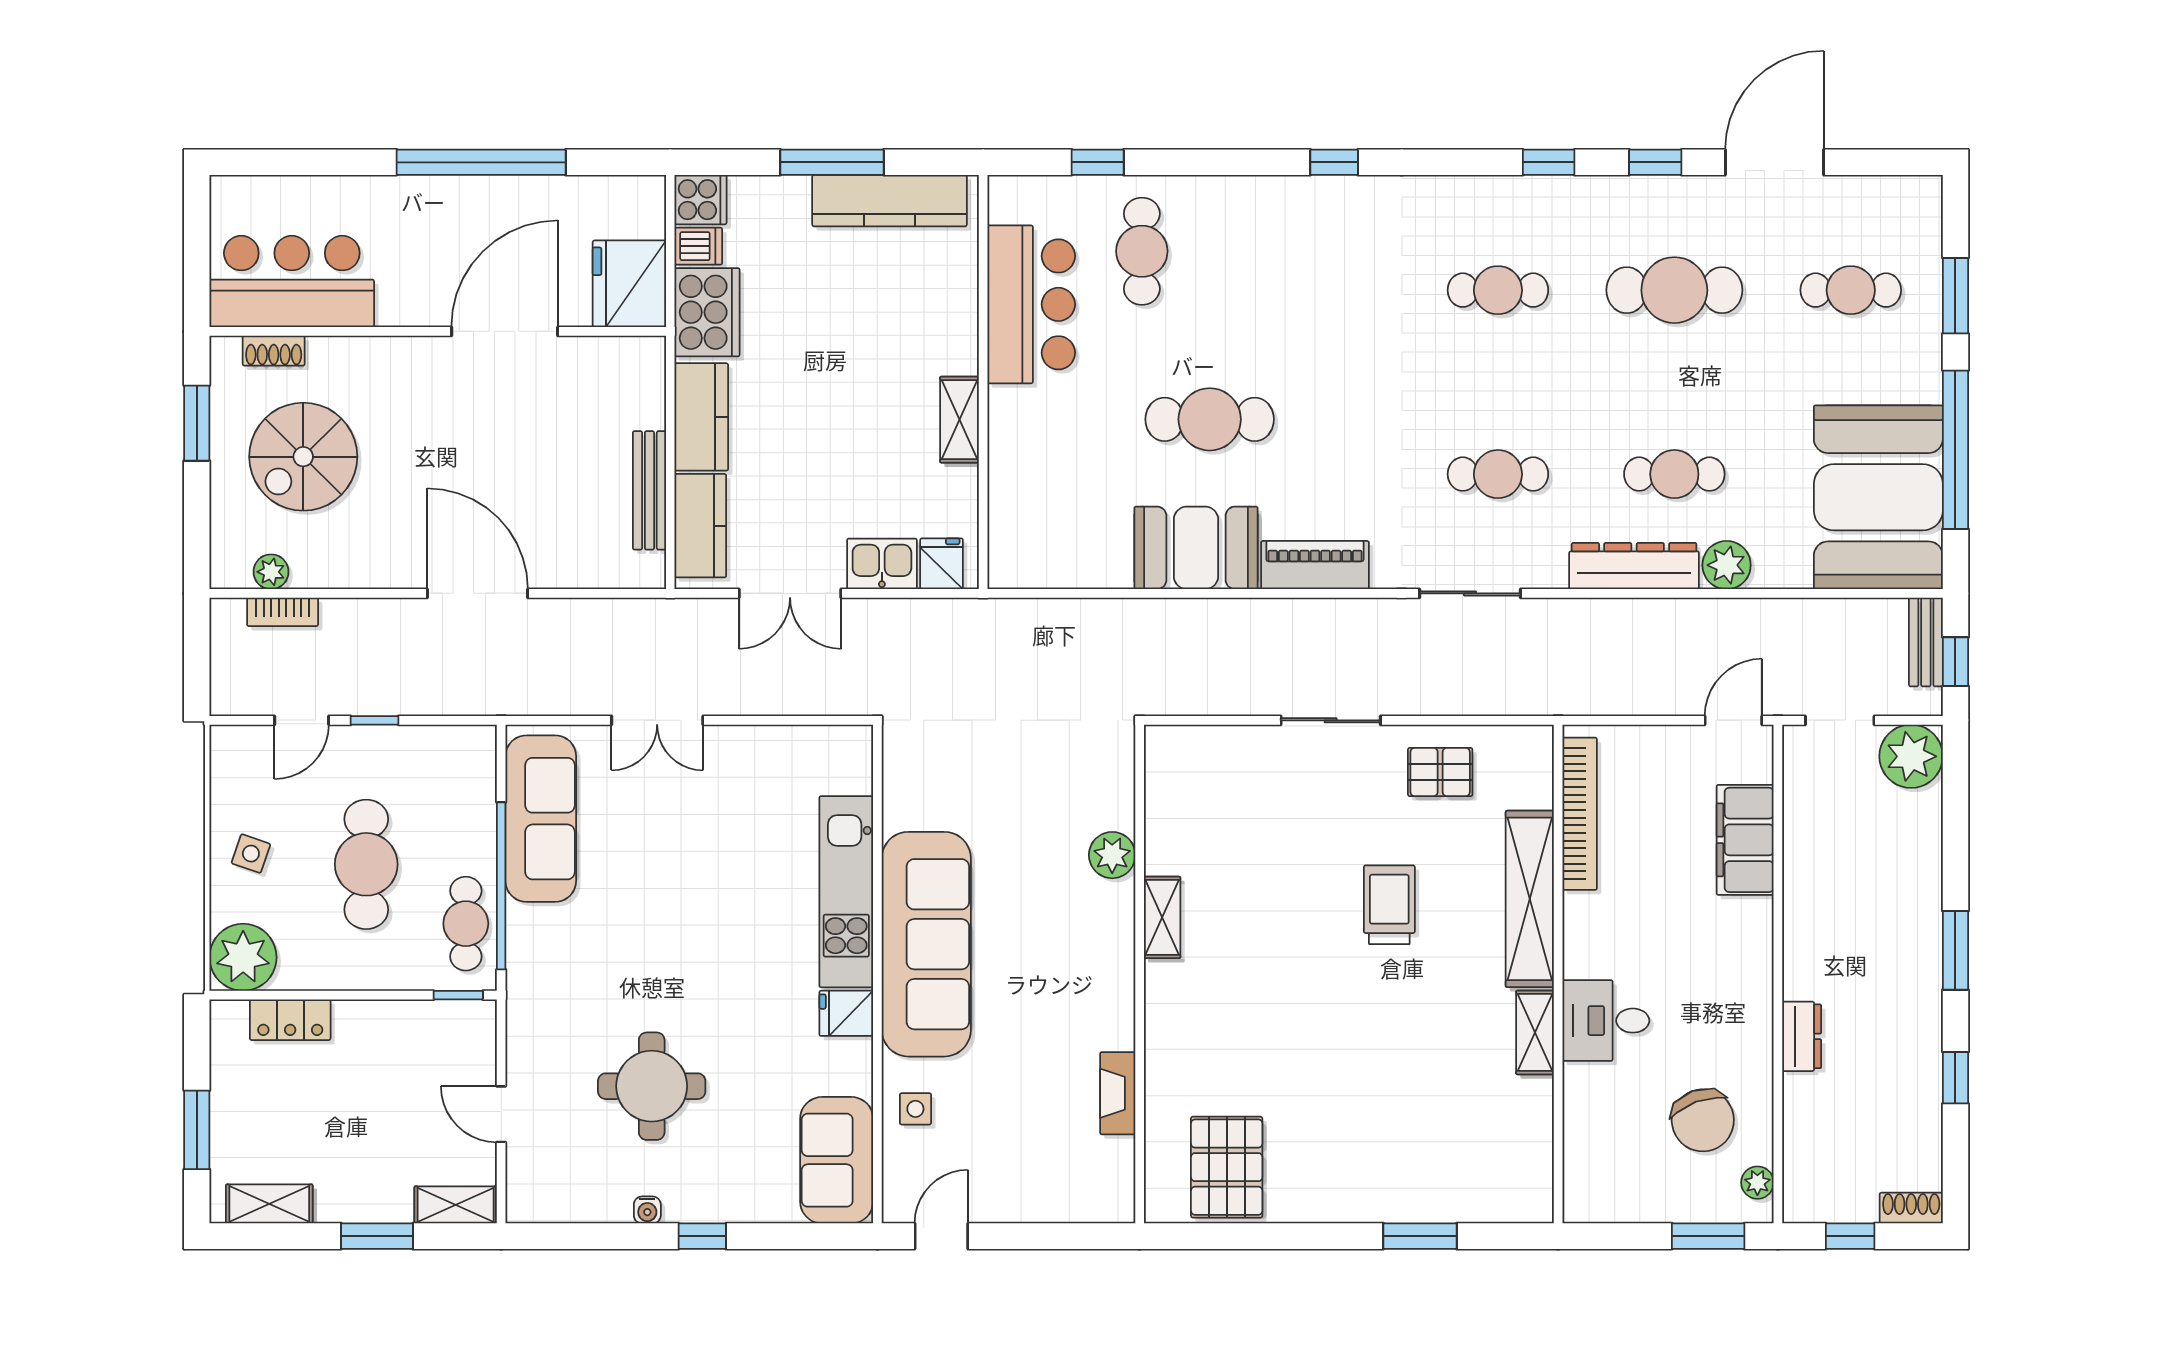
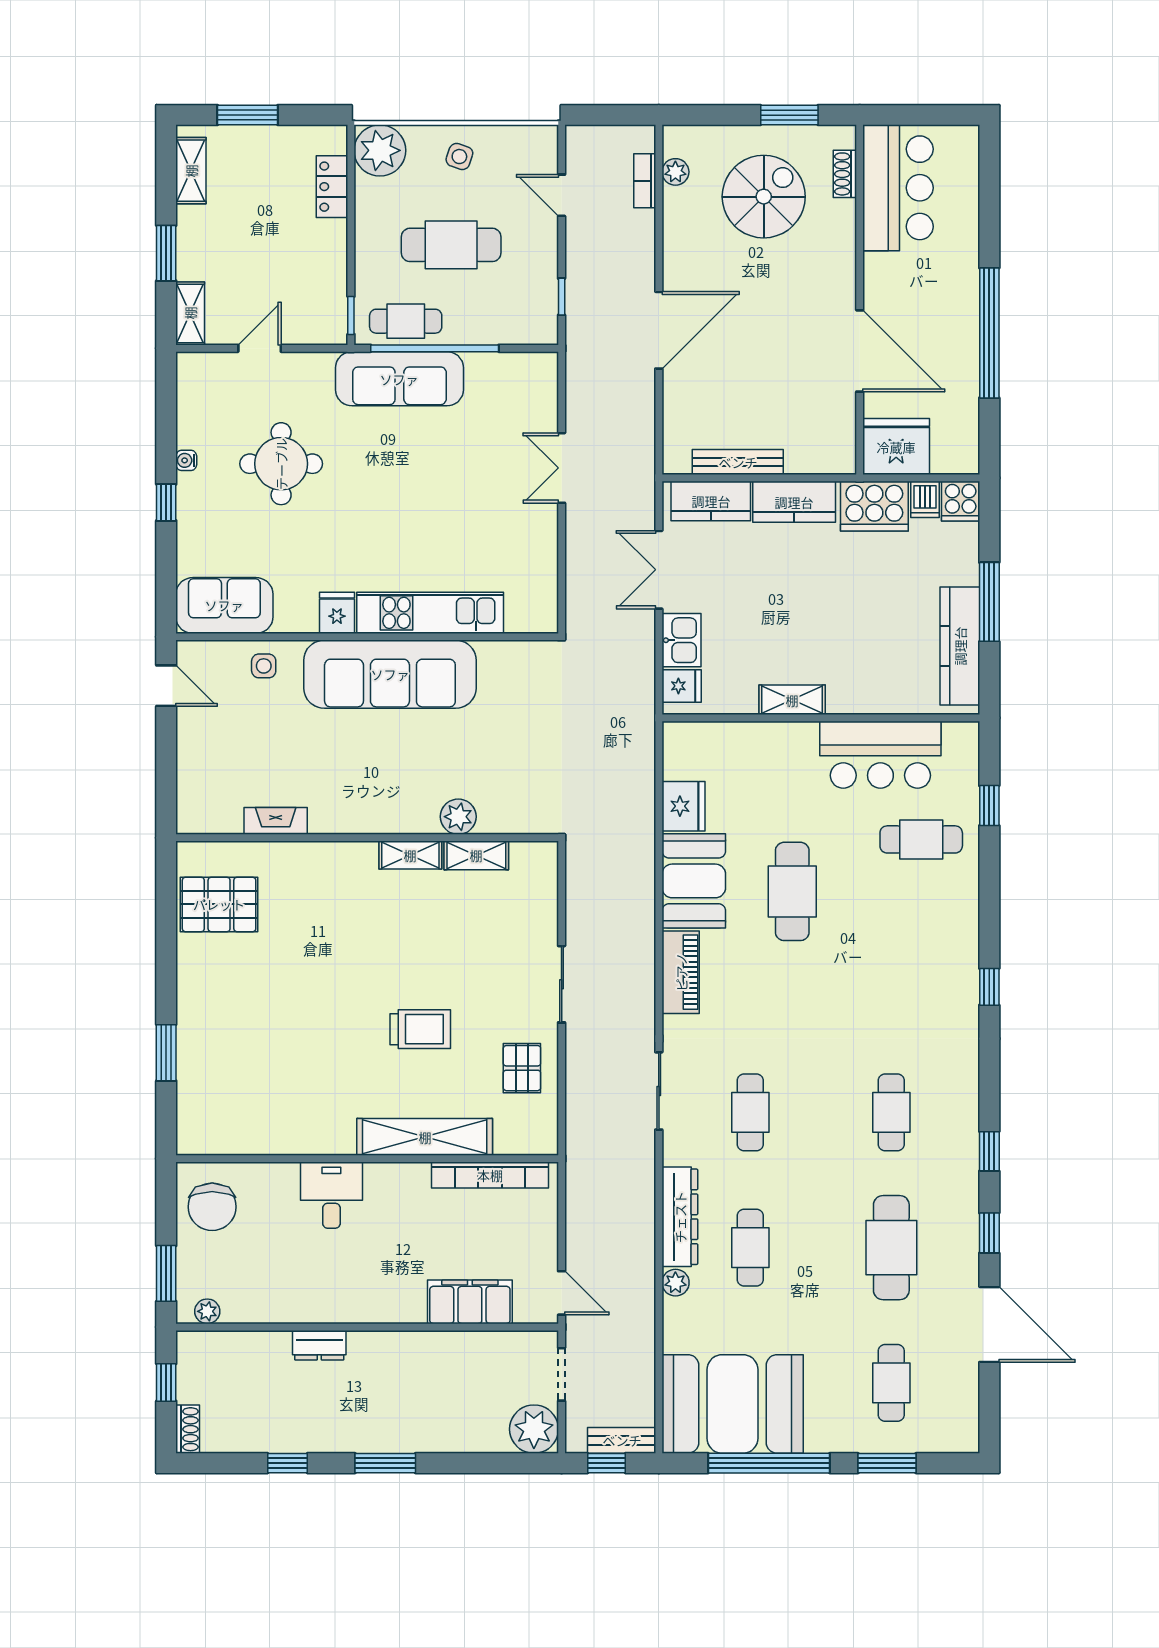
spiral stairs: (303, 457) -> (764, 197), turned 90
fridge: (1099, 561) -> (683, 806), added
plant: (1727, 565) -> (675, 1283), width x0.73, depth x0.73
window: (375, 720) -> (562, 297), moved
sofa: (541, 819) -> (399, 379), moved
shelving: (1535, 1032) -> (476, 855), moved
chair: (1703, 1120) -> (212, 1207), moved, turned -70

